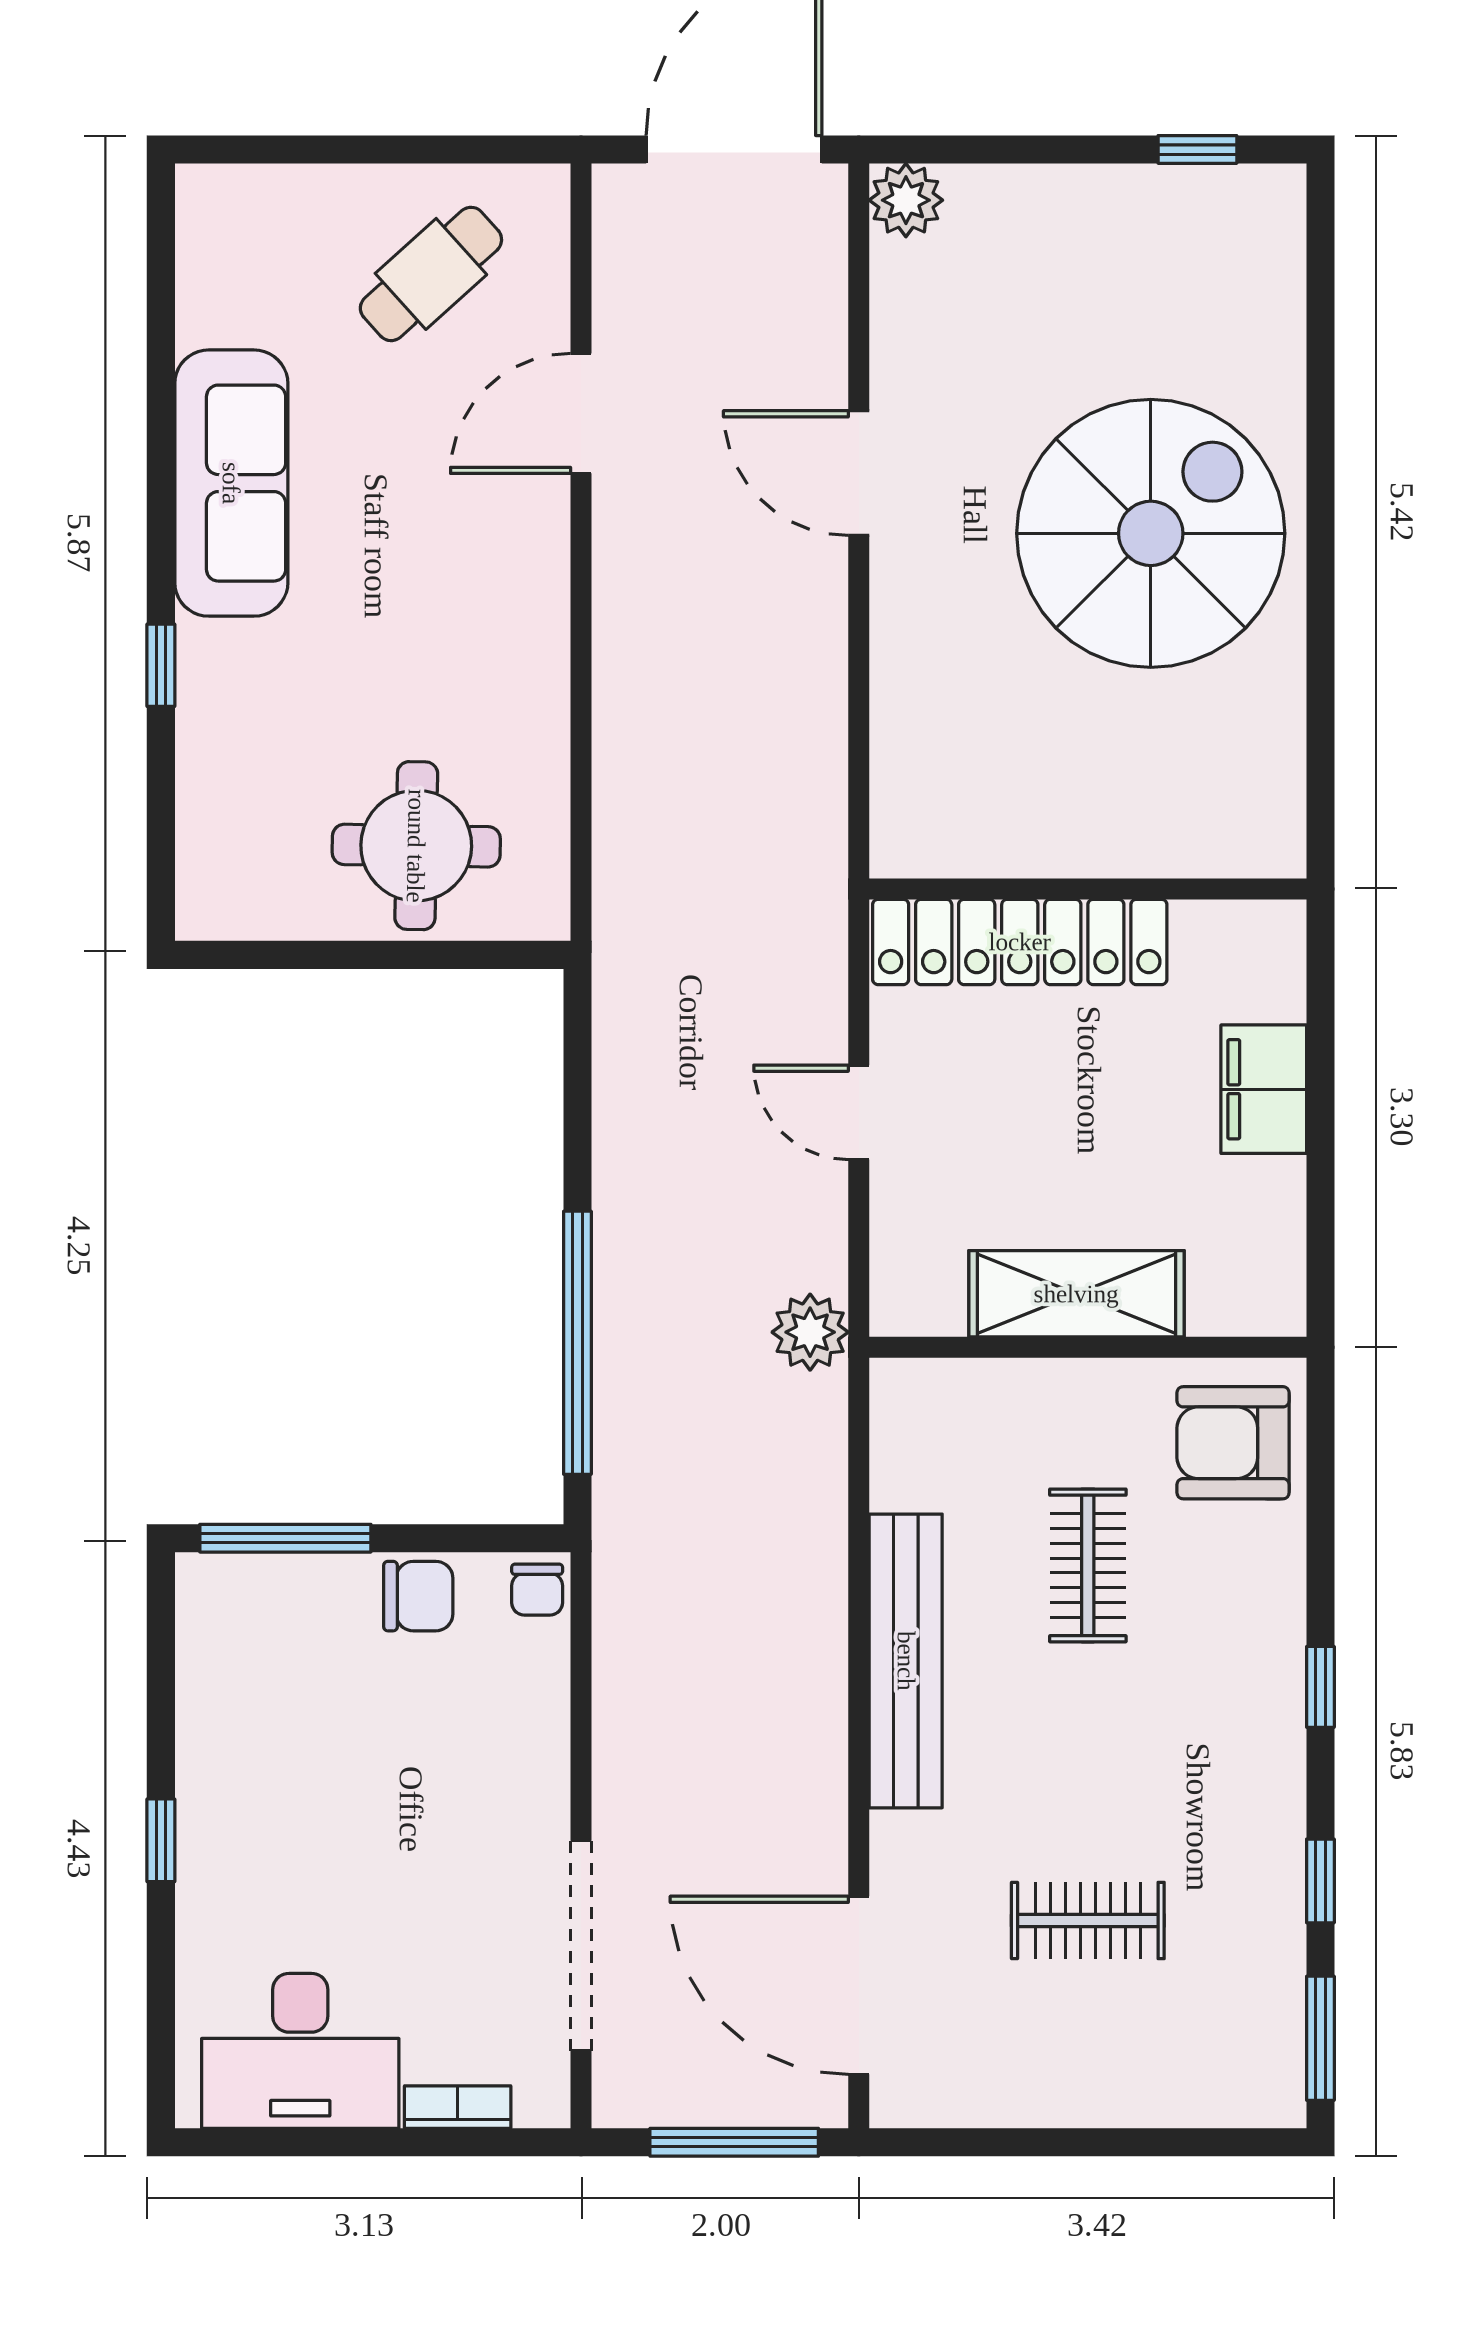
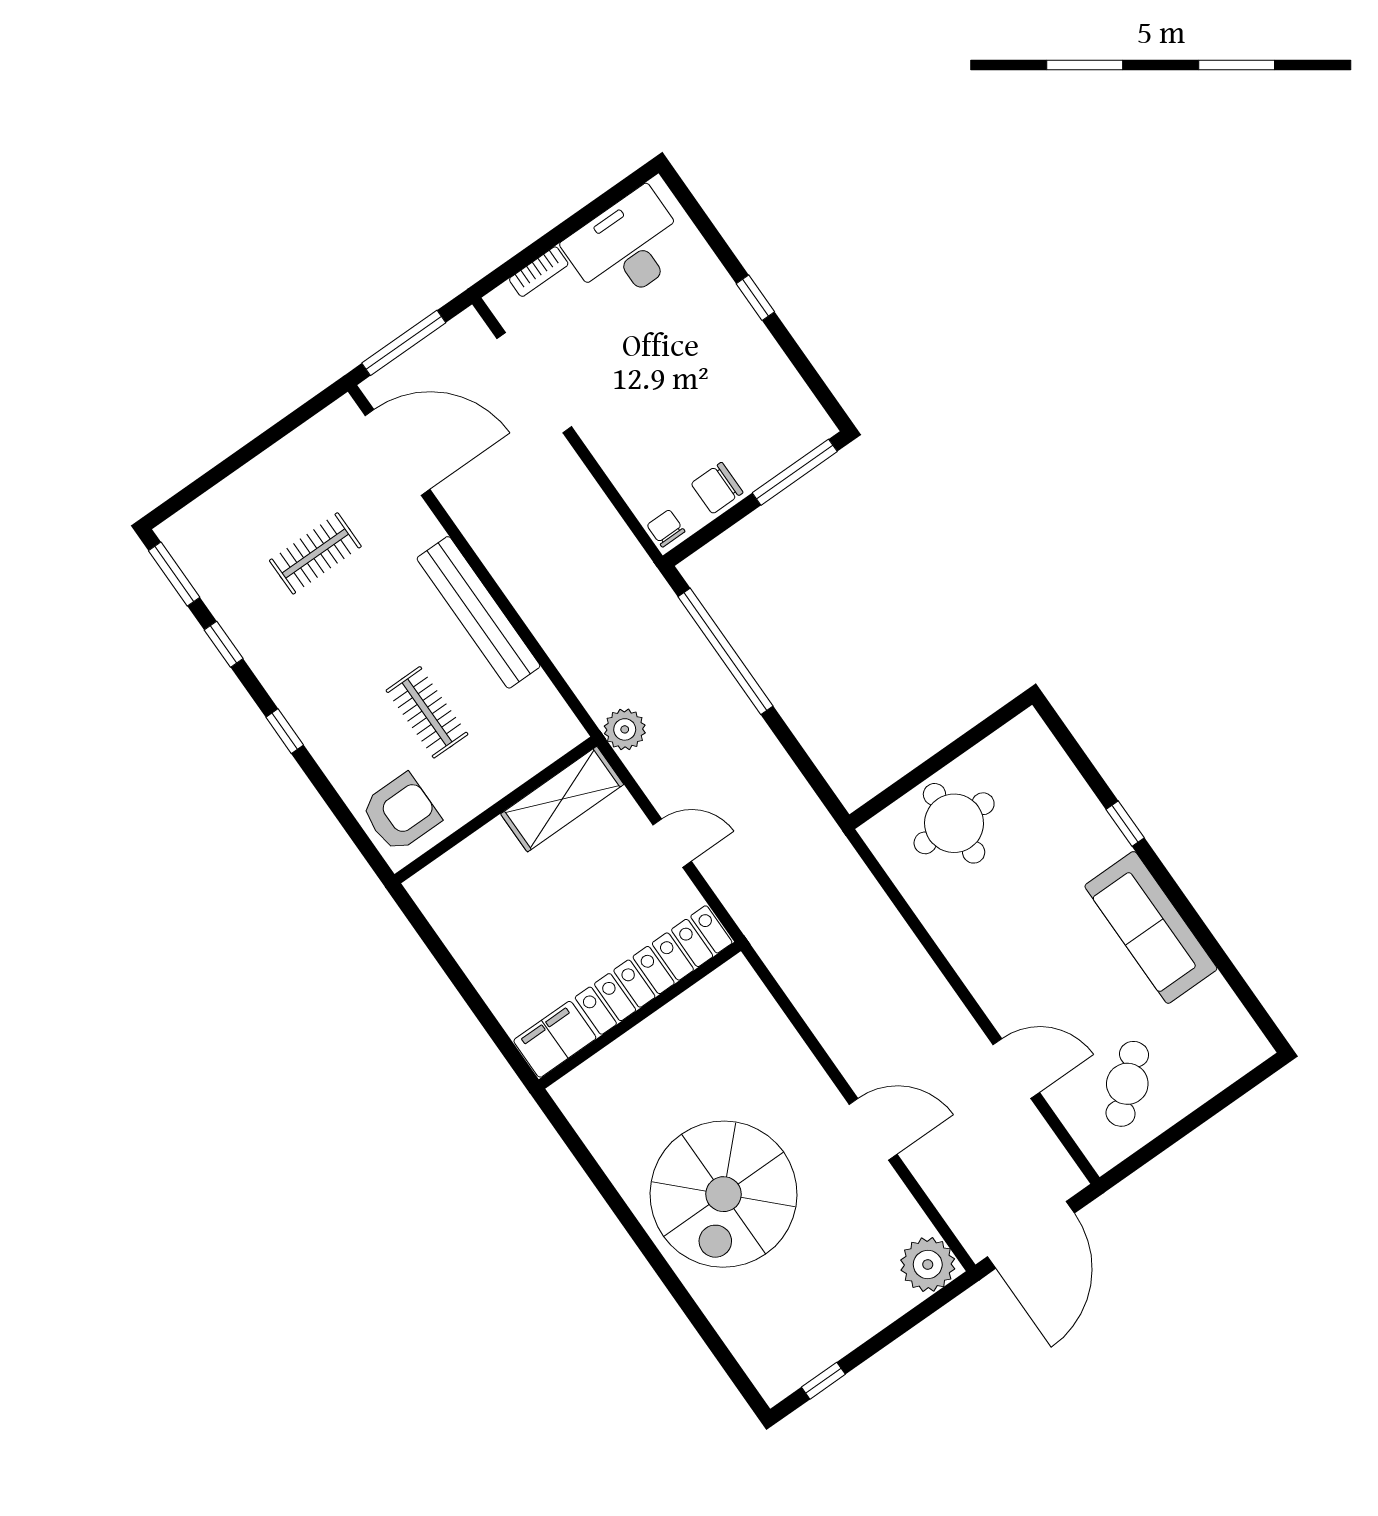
plant: (906, 200) -> (928, 1264), width x1.36, depth x1.36
door: (581, 413) -> (1016, 1069), hinge flipped
filing cabinet: (1264, 1089) -> (555, 1039), moved, turned -90
shelving: (1076, 1294) -> (562, 799), moved

